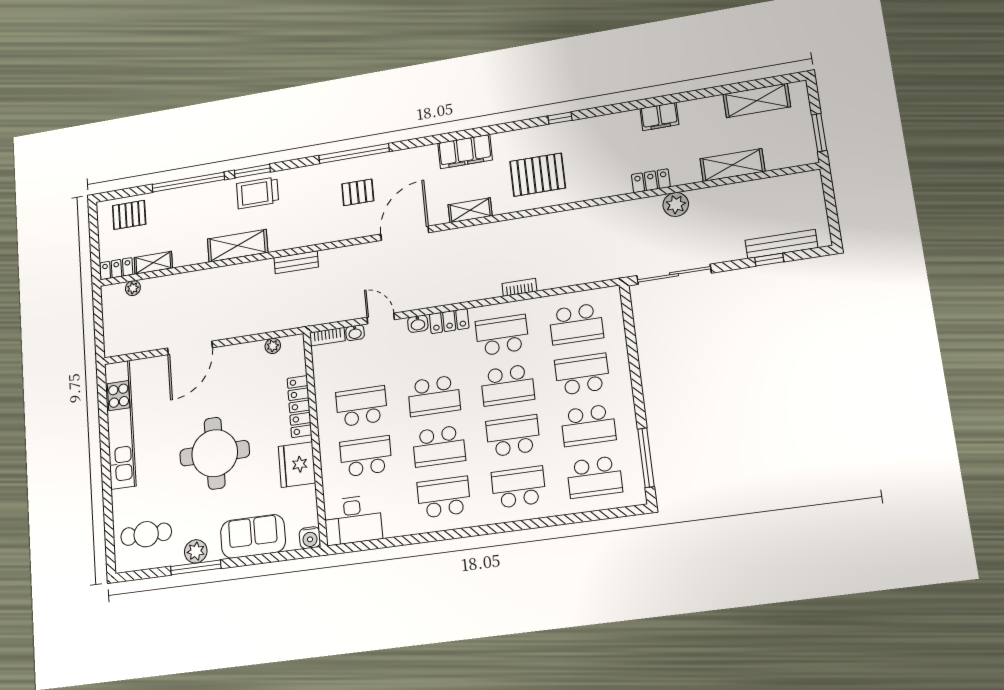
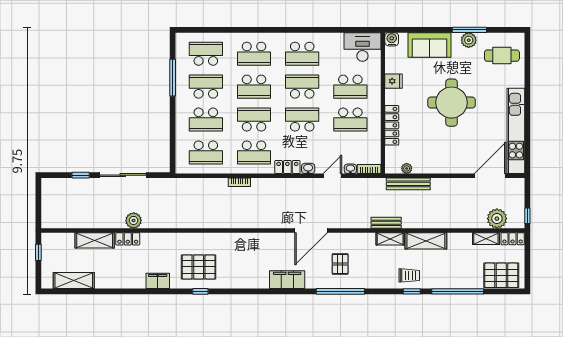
filing cabinet: (659, 116) -> (158, 281), moved
window: (819, 132) -> (38, 252), width x0.67
filing cabinet: (465, 152) -> (287, 280), moved
window: (252, 171) -> (412, 291), width x0.67
pallet: (538, 175) -> (199, 267), moved
locker: (651, 181) -> (128, 239), moved
pallet: (358, 192) -> (340, 264), turned 90
trolley: (257, 193) -> (409, 275), width x0.73, depth x0.72
shelving: (470, 210) -> (390, 239), moved
pallet: (129, 215) -> (501, 275), width x1.50, depth x1.42
bench: (781, 244) -> (408, 184), moved
sliding door: (674, 274) -> (123, 175), moved
plant: (133, 288) -> (497, 219), width x1.88, depth x1.88
window: (98, 304) -> (527, 216), added
door: (381, 318) -> (332, 176), swing flipped
school desk: (576, 324) -> (206, 153), turned 180
door: (190, 348) -> (490, 176), moved
window: (646, 458) -> (173, 78), moved
fridge: (297, 465) -> (394, 81), width x0.53, depth x0.75

